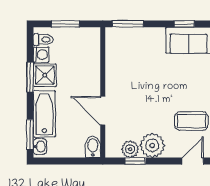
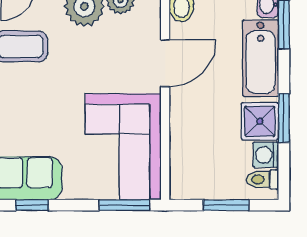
corner sofa: (128, 60) -> (123, 147), added
door: (103, 111) -> (165, 63), hinge flipped

